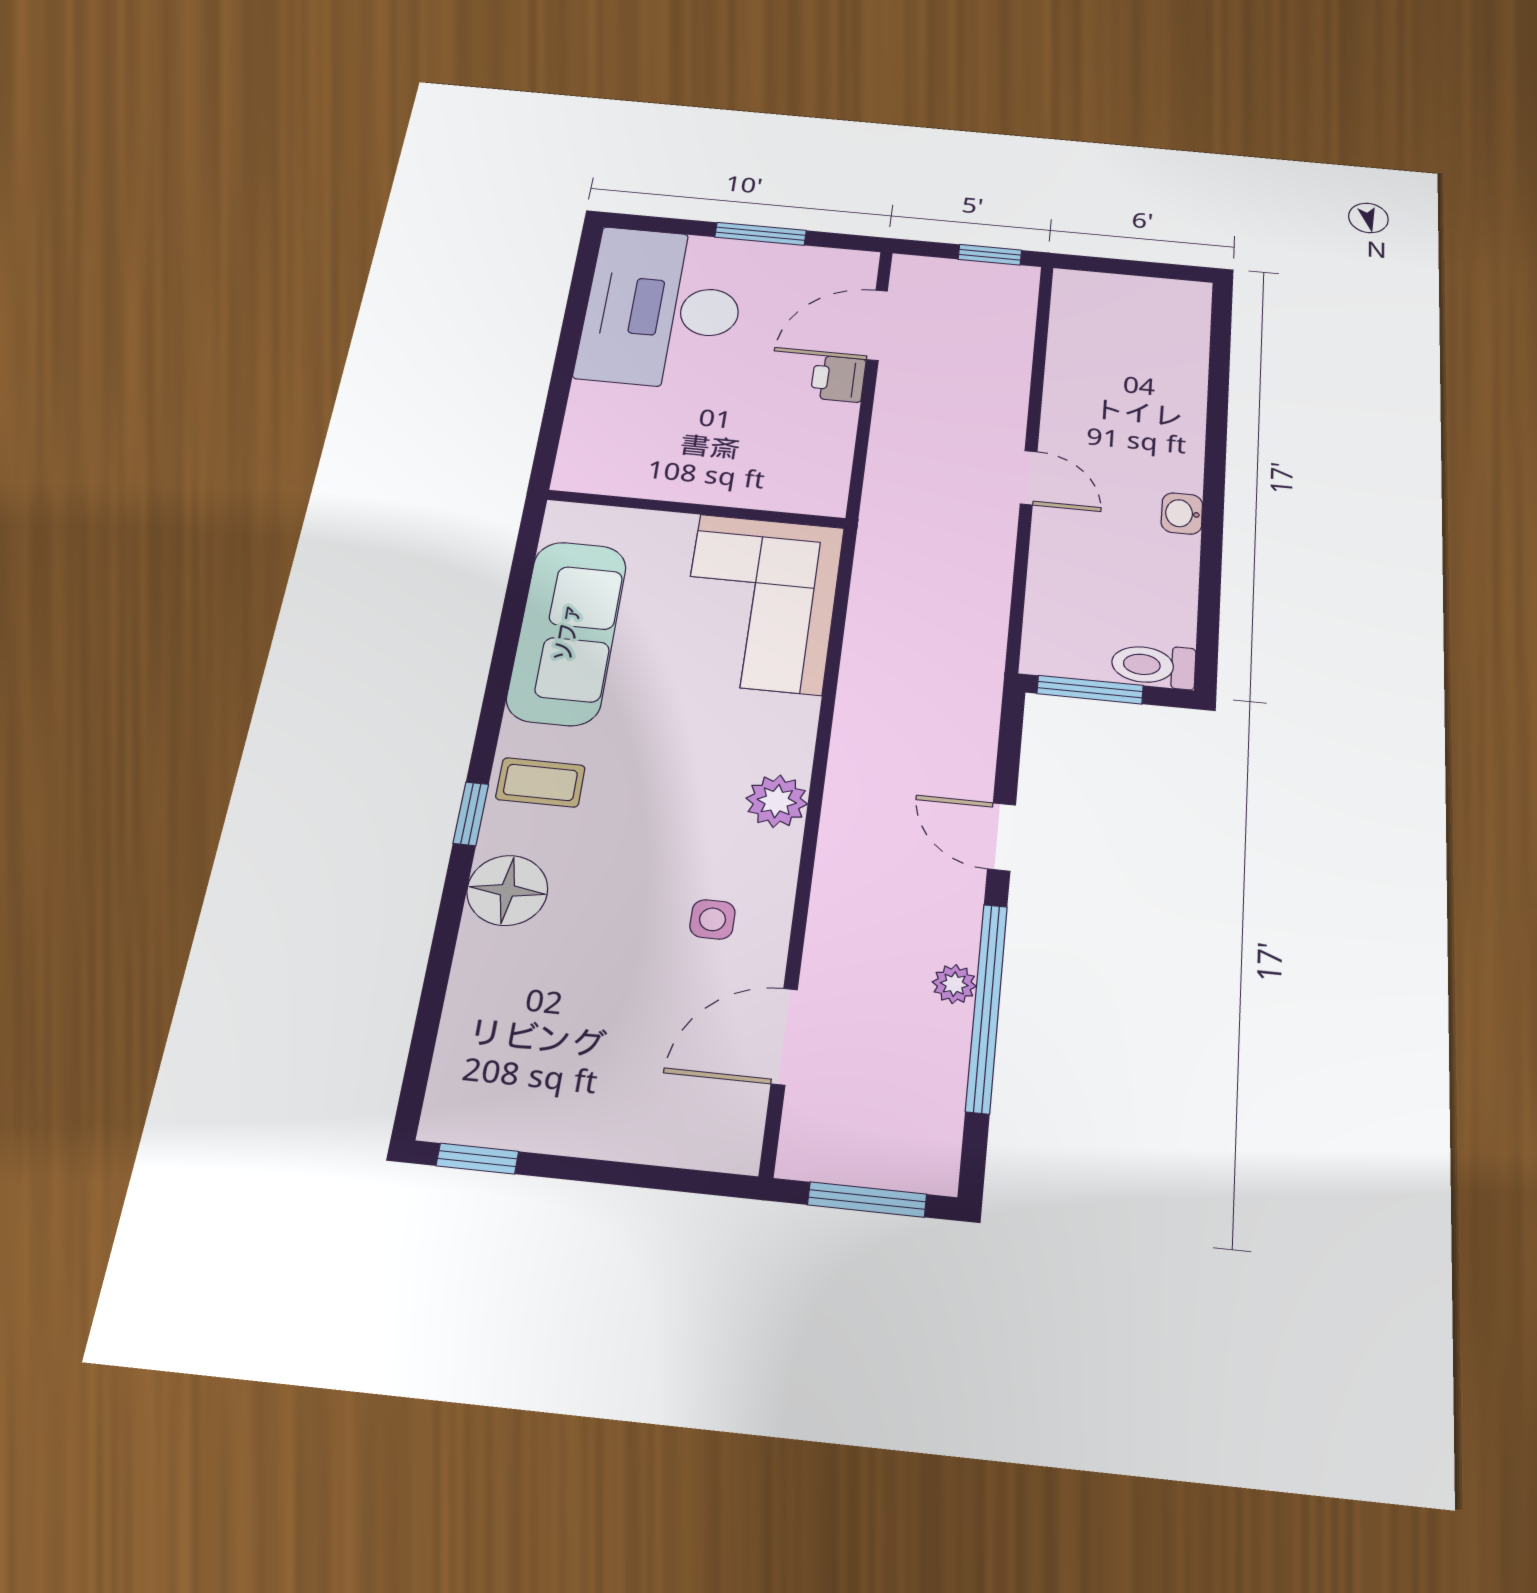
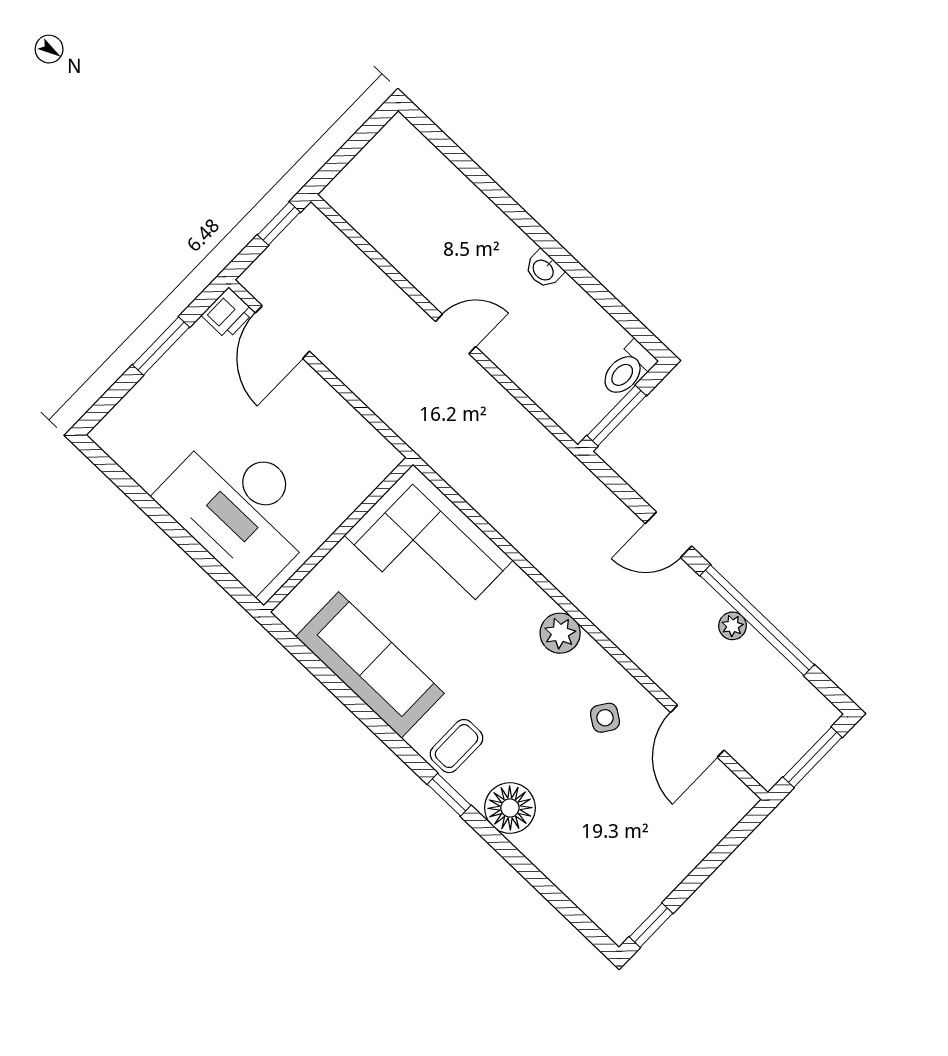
desk: (663, 308) -> (241, 508), moved
printer: (838, 379) -> (228, 314), moved, turned -90
side table: (712, 919) -> (605, 718), turned 34

